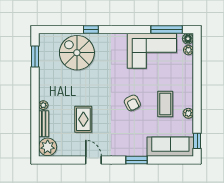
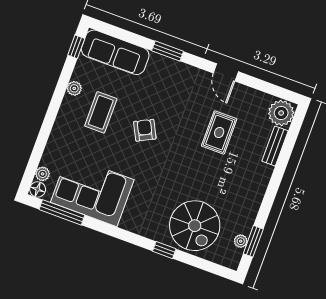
plant: (43, 105) -> (241, 241), moved

